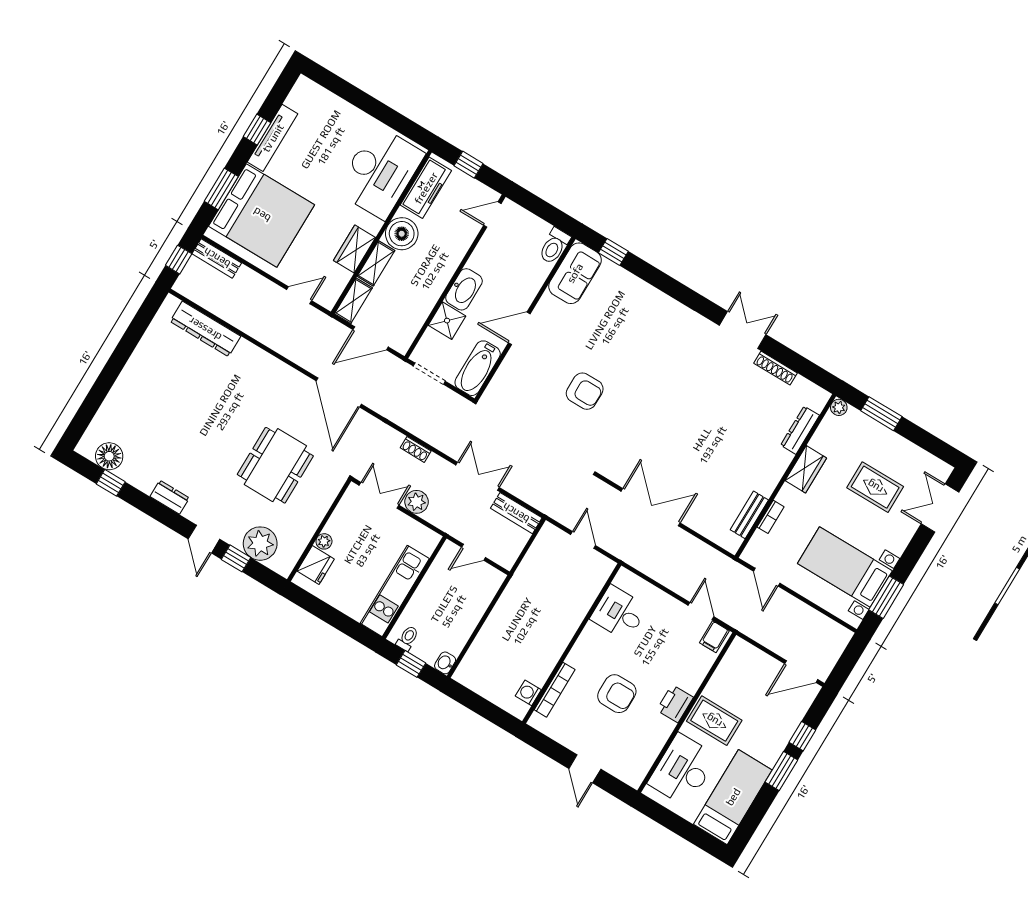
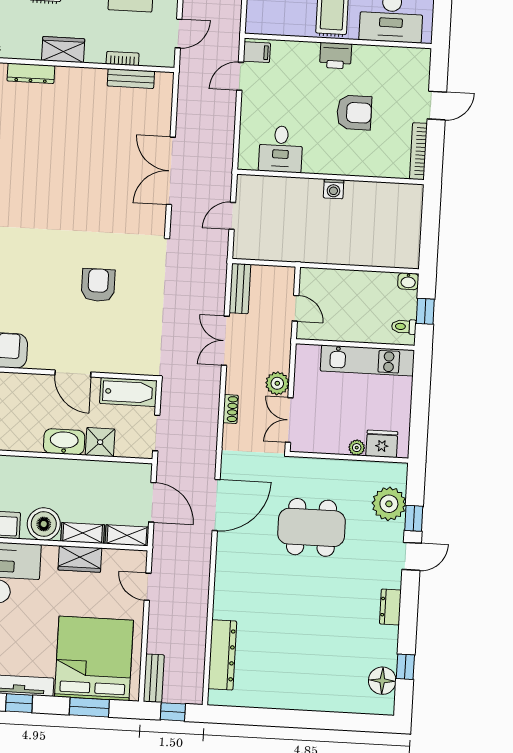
bookcase: (555, 690) -> (418, 151), moved, turned -90
washing machine: (528, 693) -> (334, 189), moved
armchair: (617, 694) -> (354, 113), turned 90

